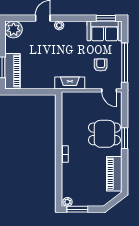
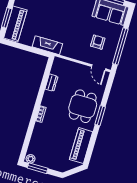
fireplace: (70, 83) -> (47, 45), moved
dresser: (66, 119) -> (51, 83), added
dining table: (104, 134) -> (83, 106), turned 90

